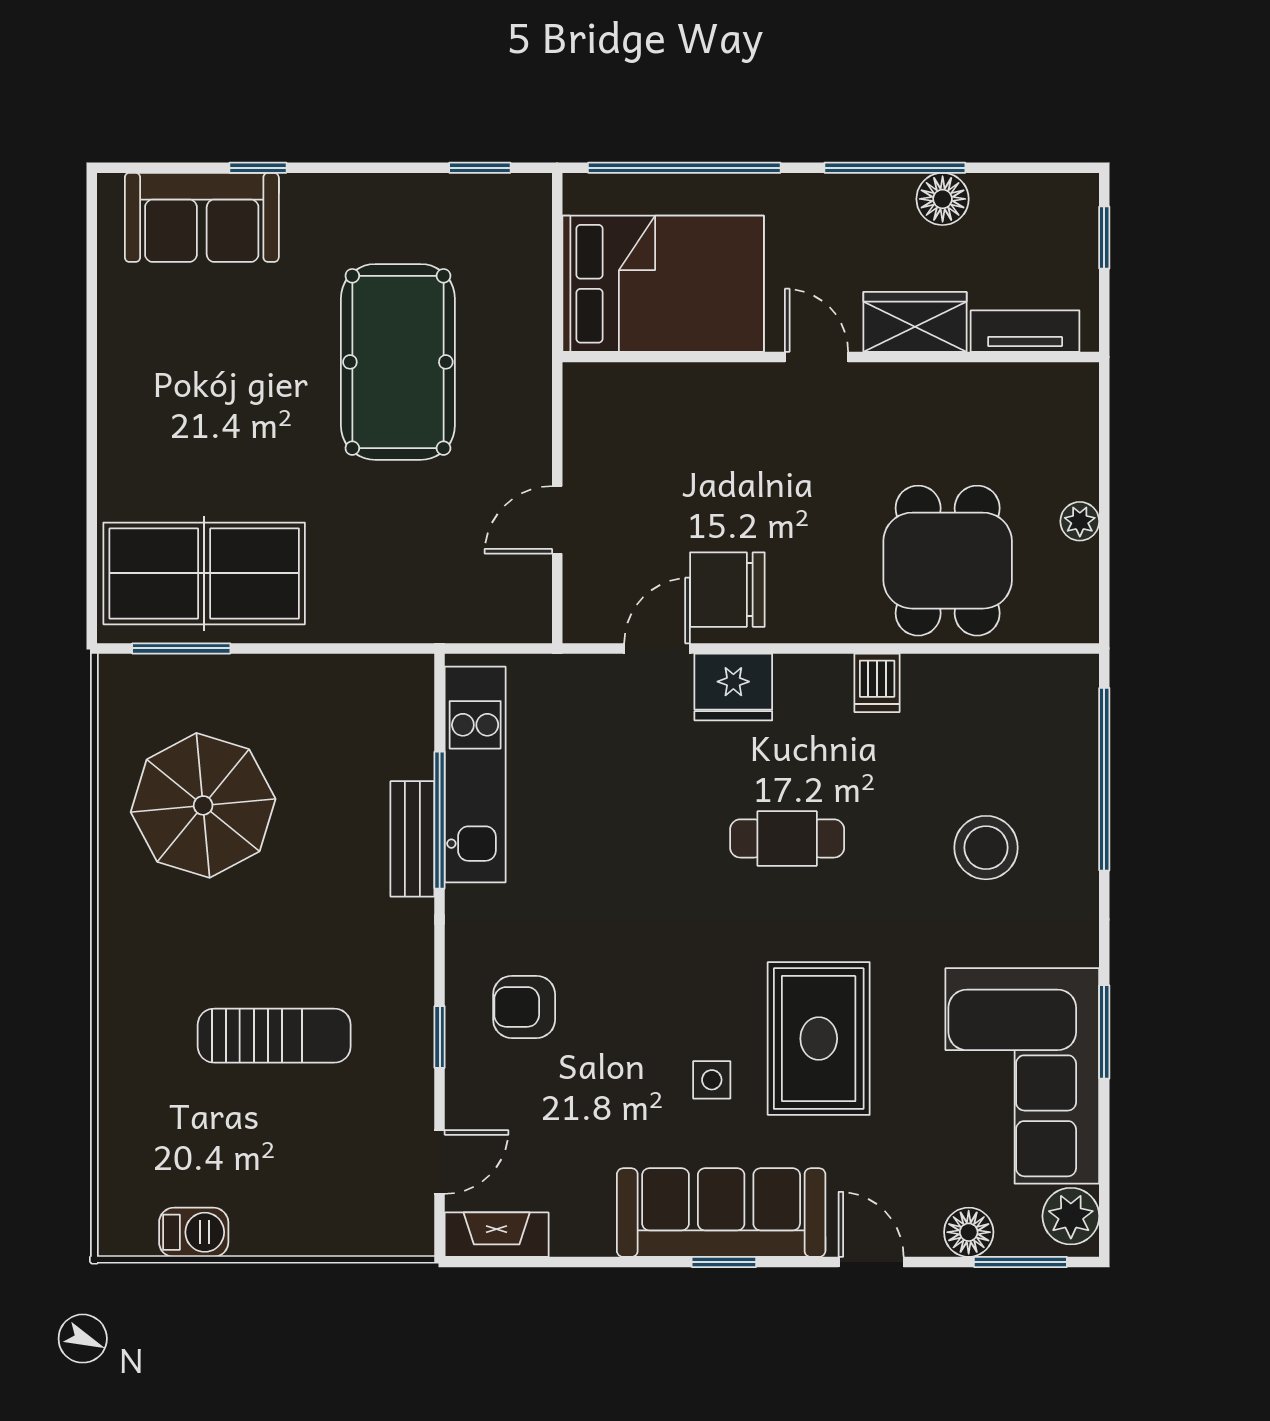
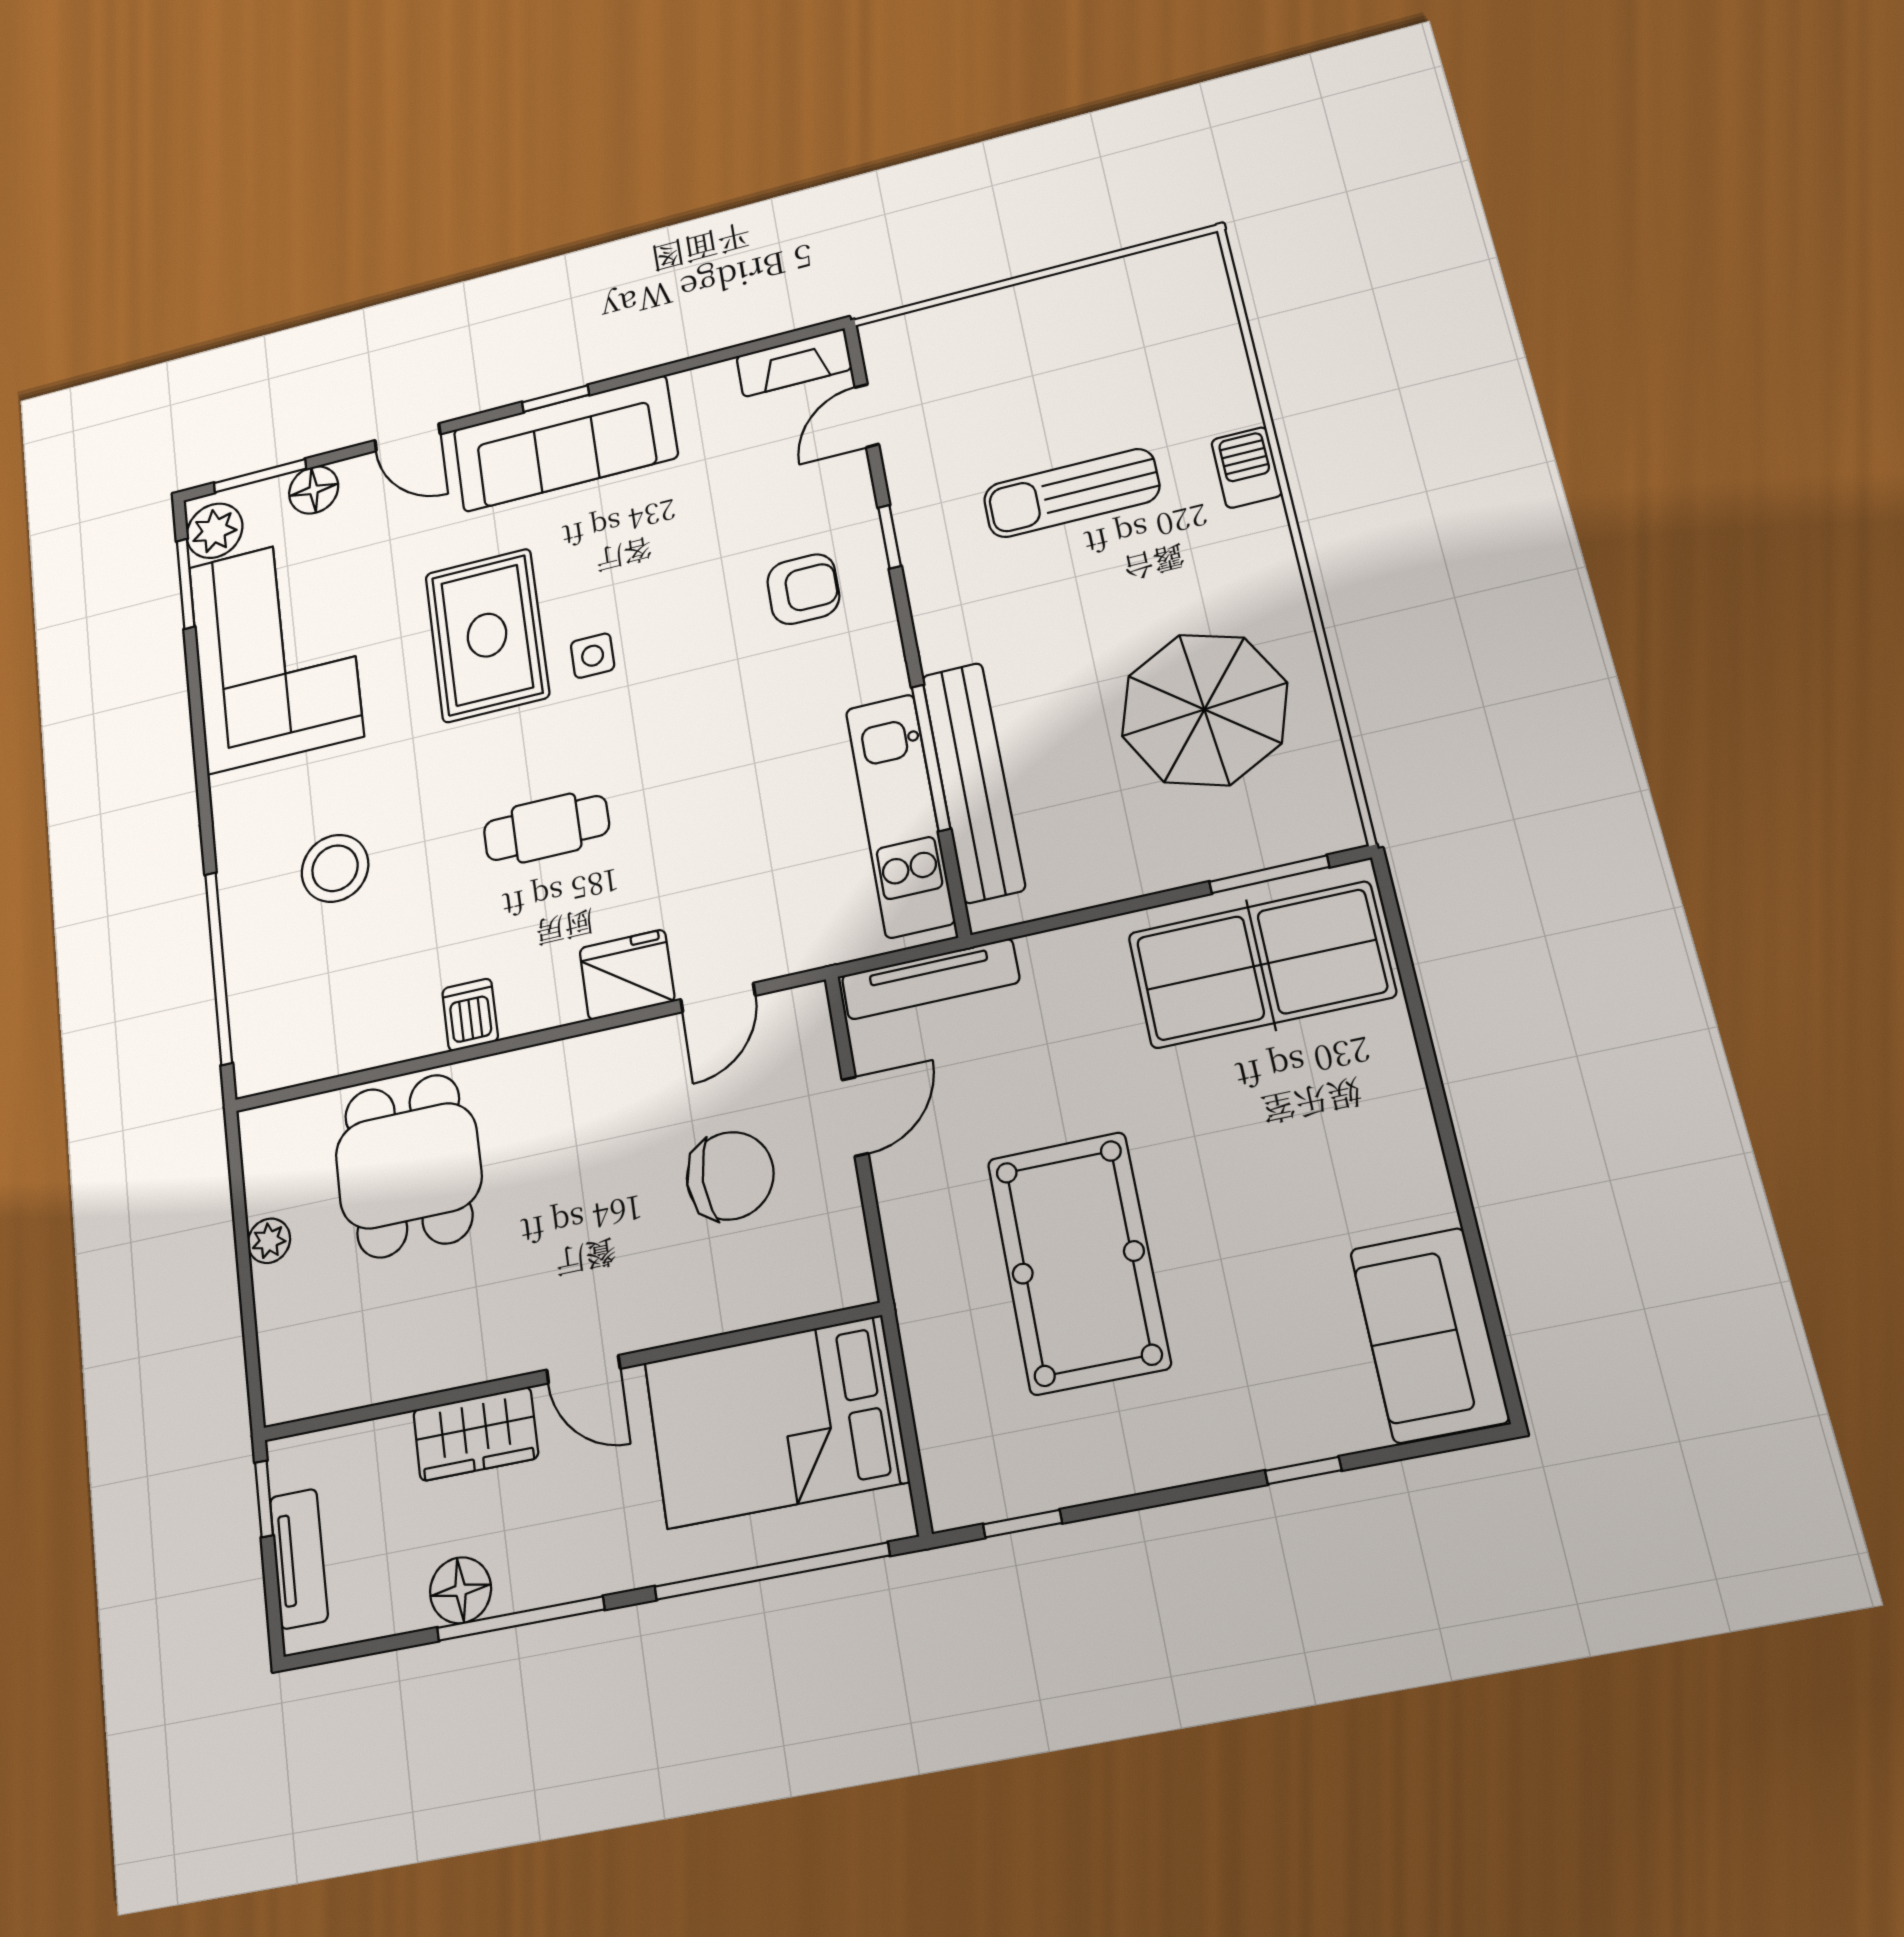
sofa: (202, 217) -> (1429, 1335), moved, turned -90
window: (1104, 238) -> (264, 1499), moved
tv unit: (1025, 331) -> (299, 1559), moved, turned -90
chair: (727, 590) -> (730, 1176), moved
tv unit: (474, 623) -> (930, 979), added
bench: (412, 839) -> (973, 782), width x1.86, depth x1.21
window: (1104, 1032) -> (186, 584), moved
side table: (712, 1080) -> (593, 656), moved
barbecue: (194, 1232) -> (1247, 468), moved, turned 90

